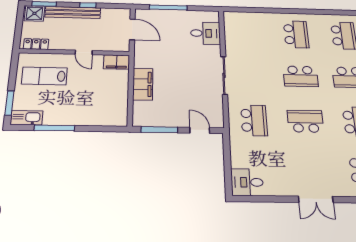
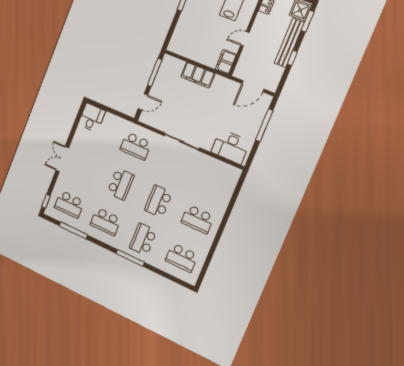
desk: (205, 33) -> (231, 147), width x1.37

